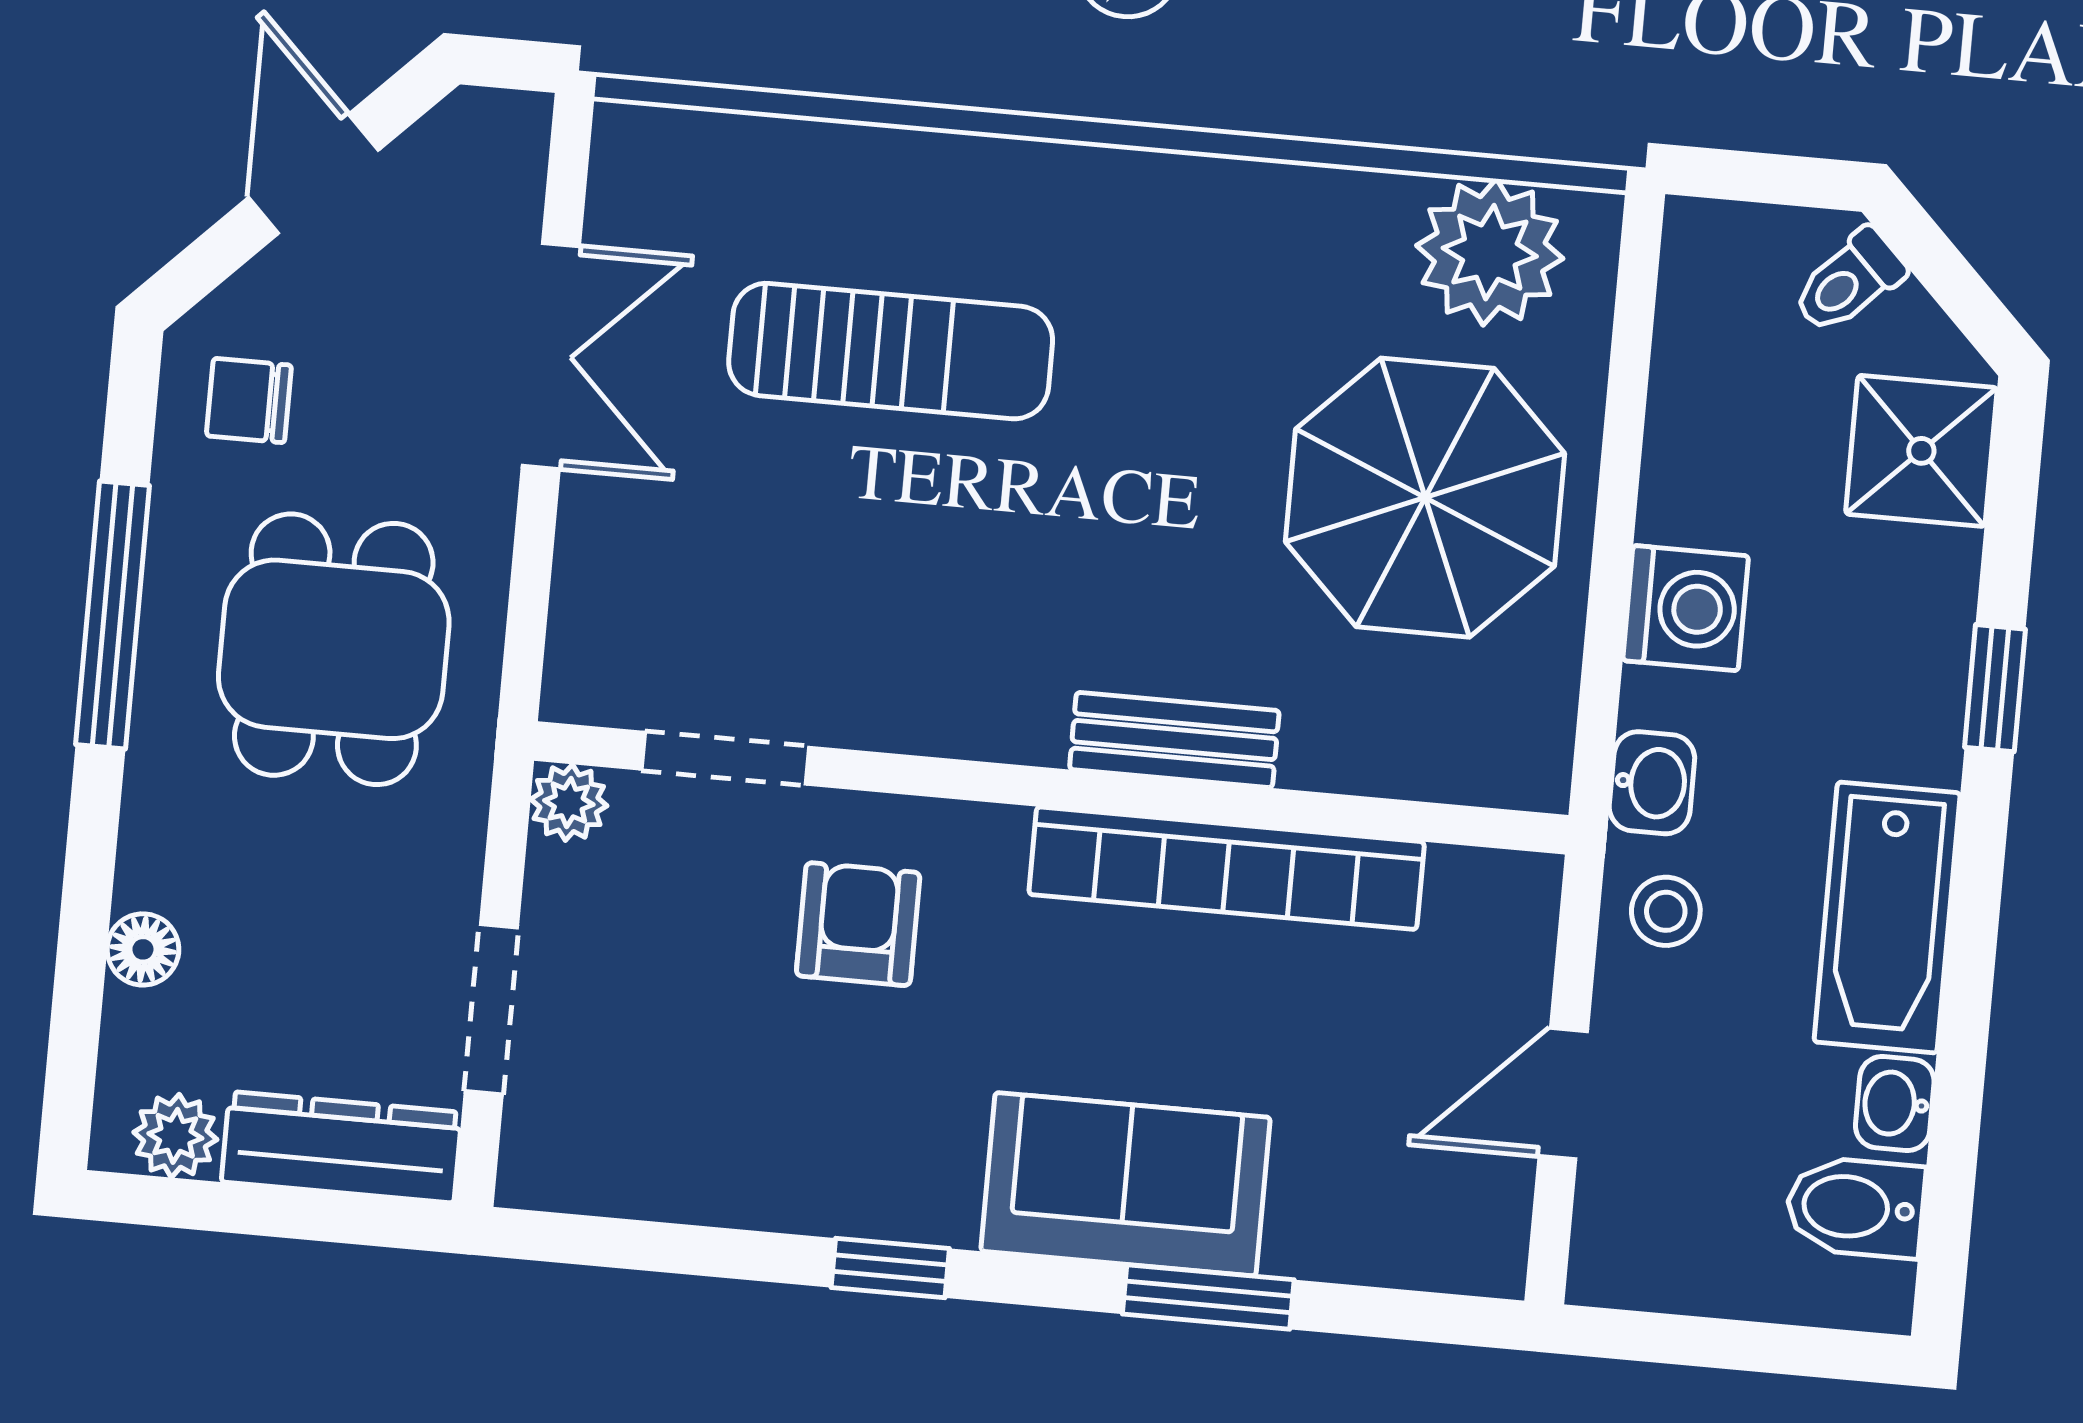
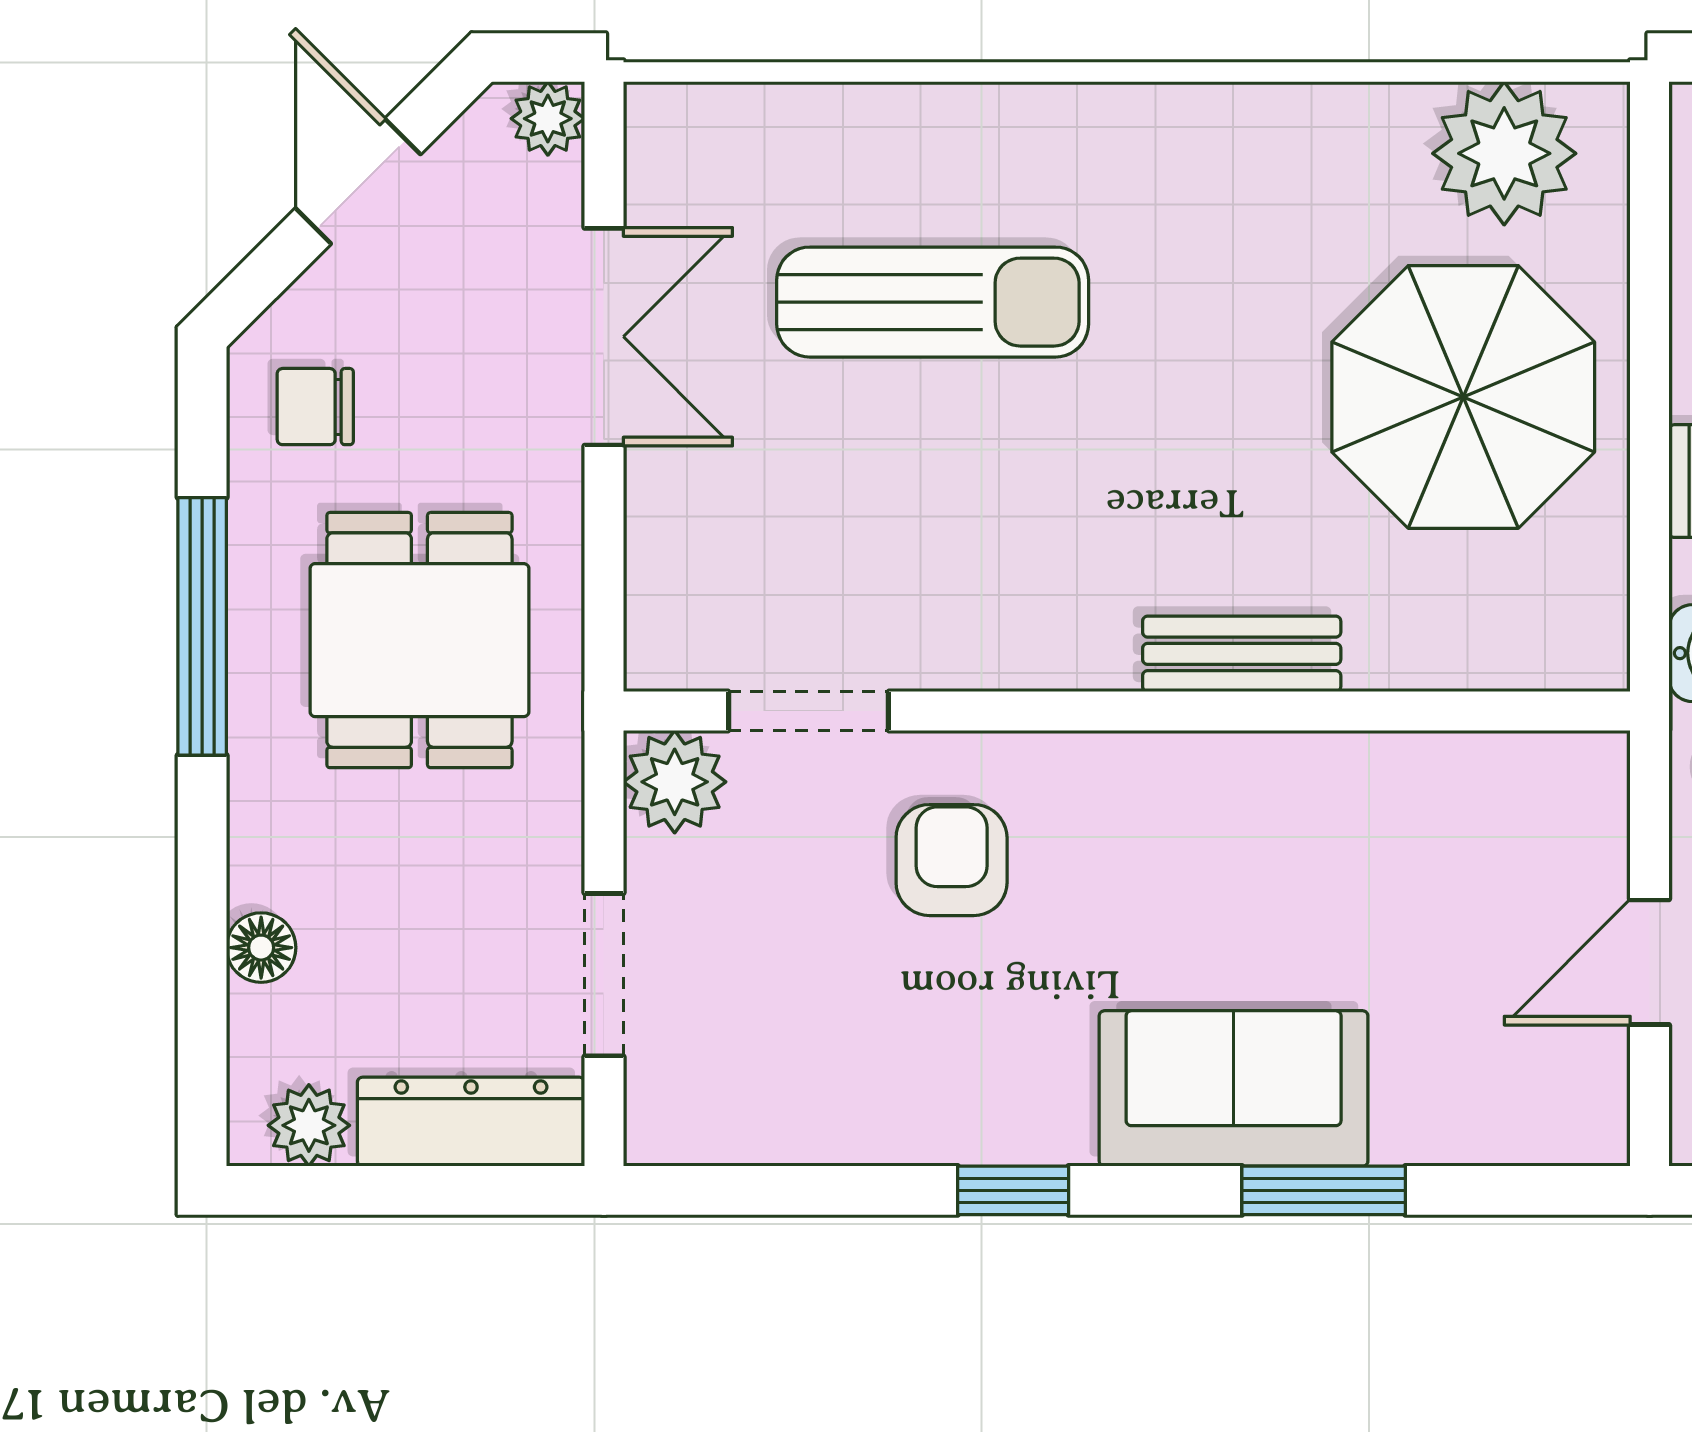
plant: (514, 127) -> (548, 119), added
plant: (569, 803) -> (675, 782), width x1.38, depth x1.38
bookcase: (1227, 868) -> (1304, 773), removed

